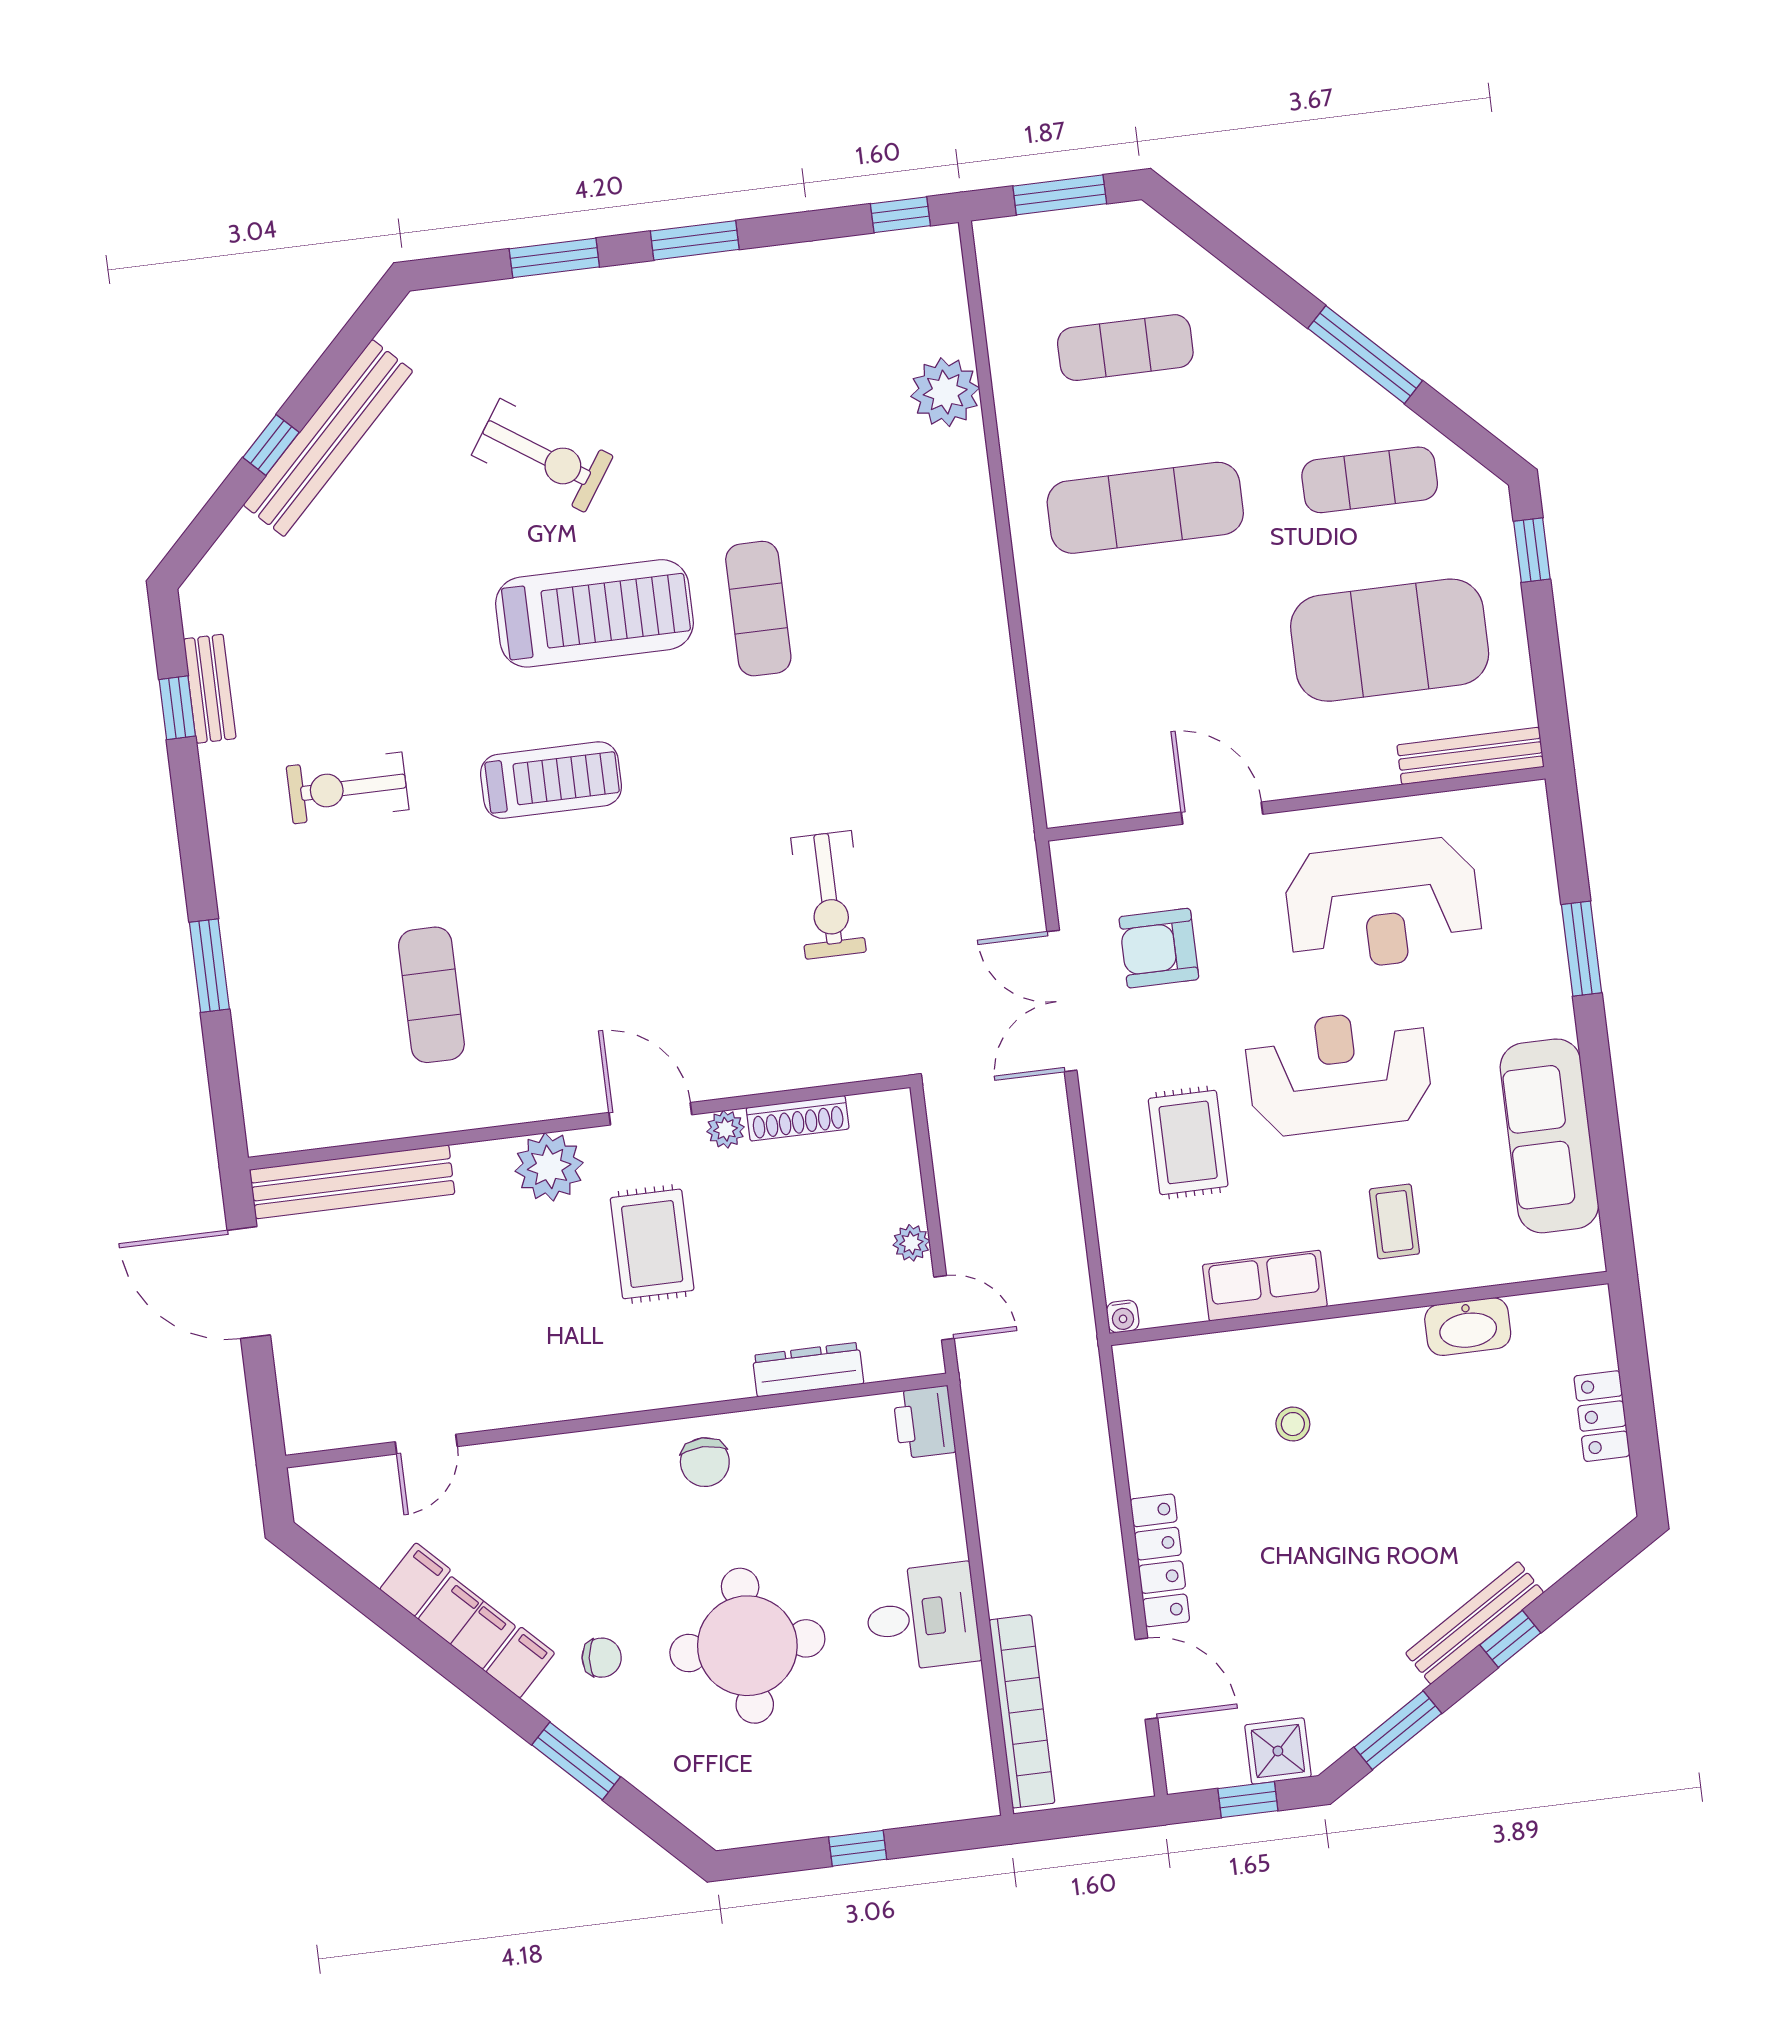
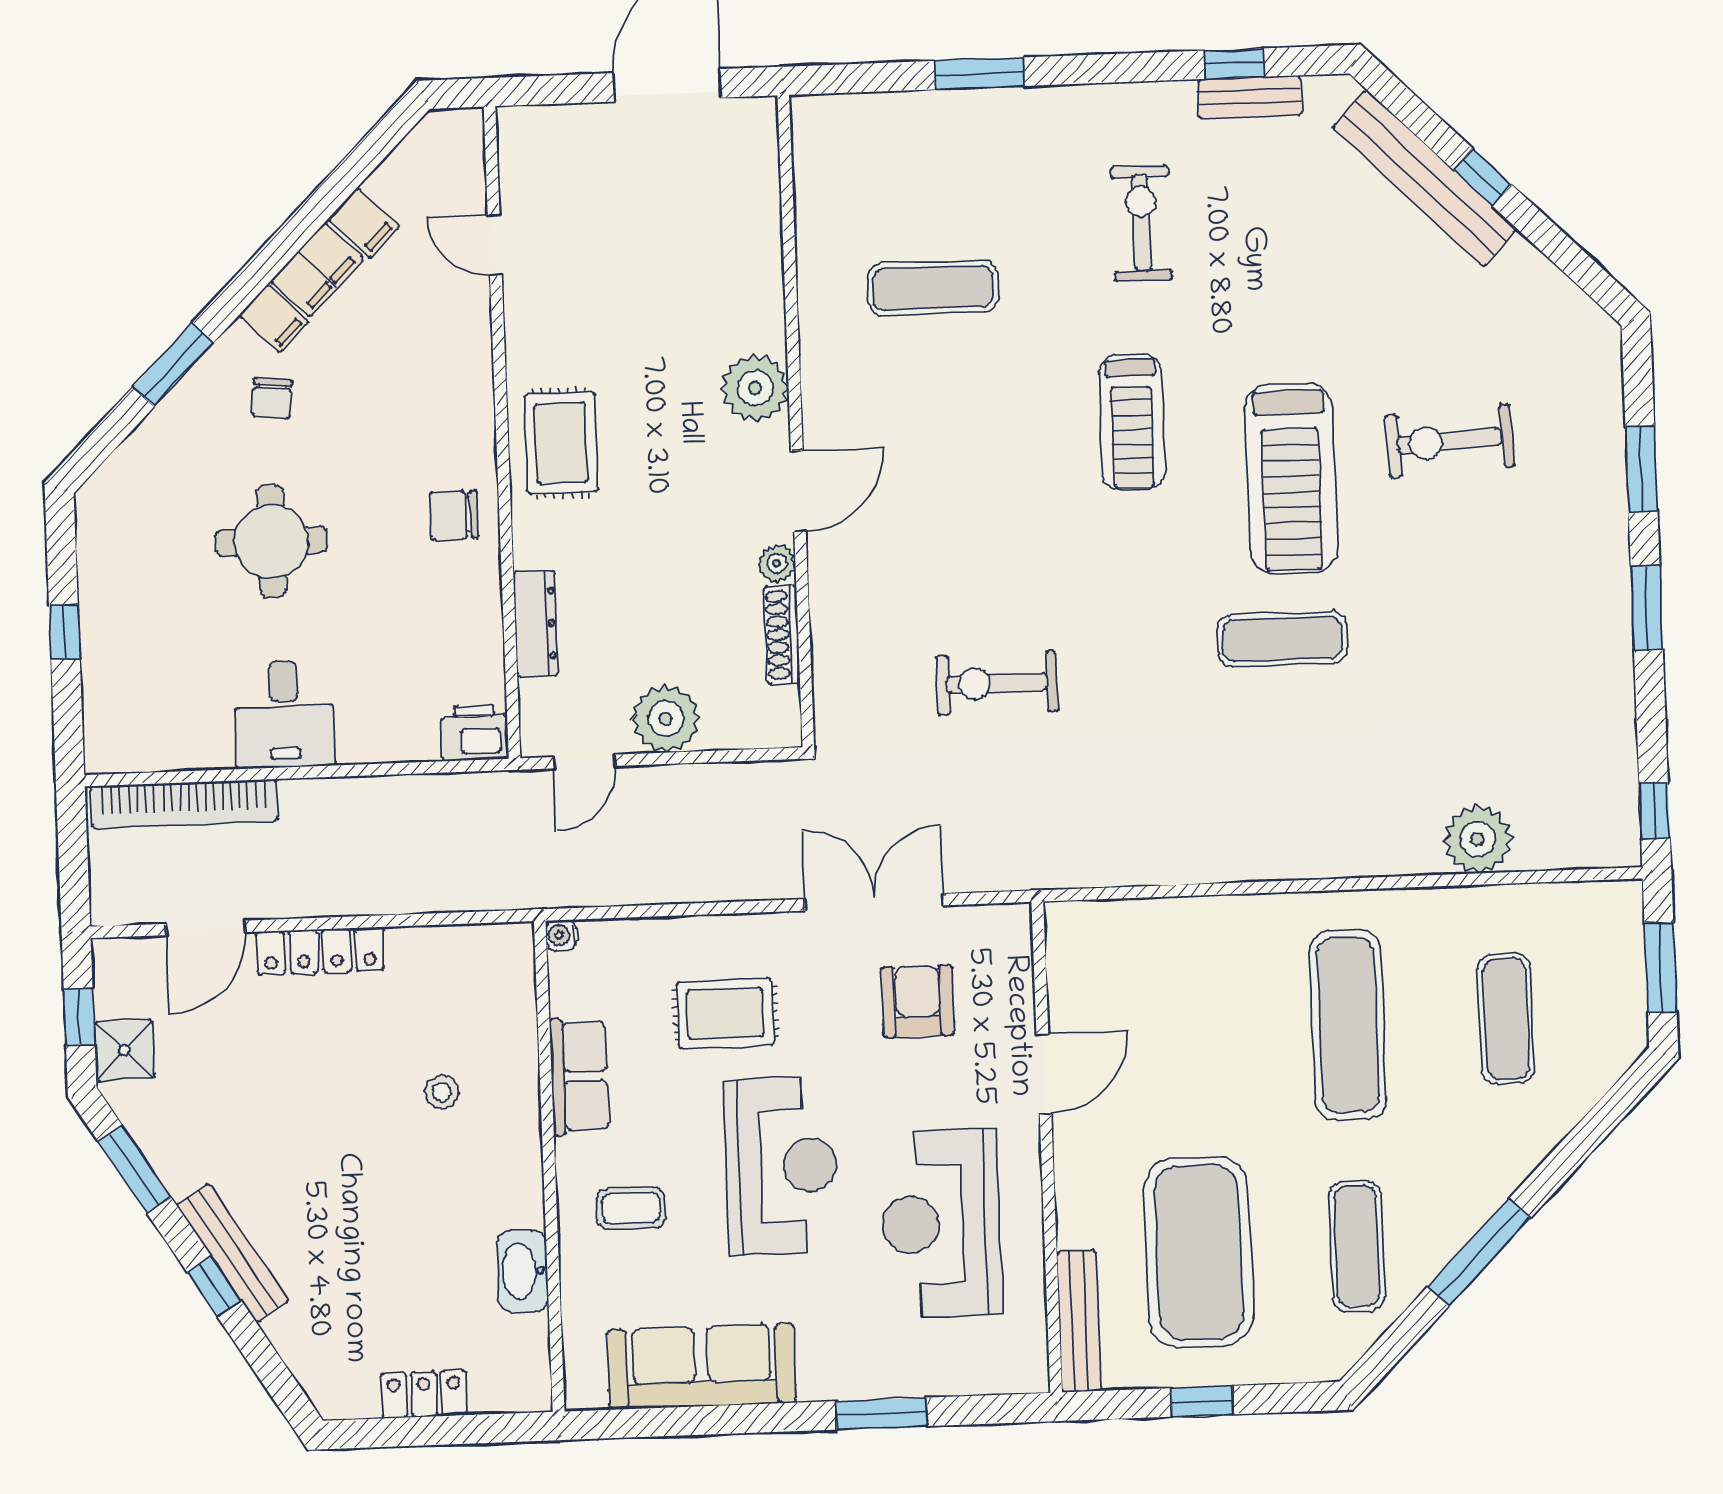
bench: (328, 438) -> (1425, 178), moved
exercise bike: (542, 456) -> (1450, 441), turned 53
window: (1532, 550) -> (1202, 1401), moved
bench: (352, 1182) -> (757, 195), removed
plant: (911, 1243) -> (666, 719), width x1.87, depth x1.87
rug: (652, 1244) -> (561, 443), moved, turned 90
round table: (747, 1646) -> (271, 541), width x0.73, depth x0.73

